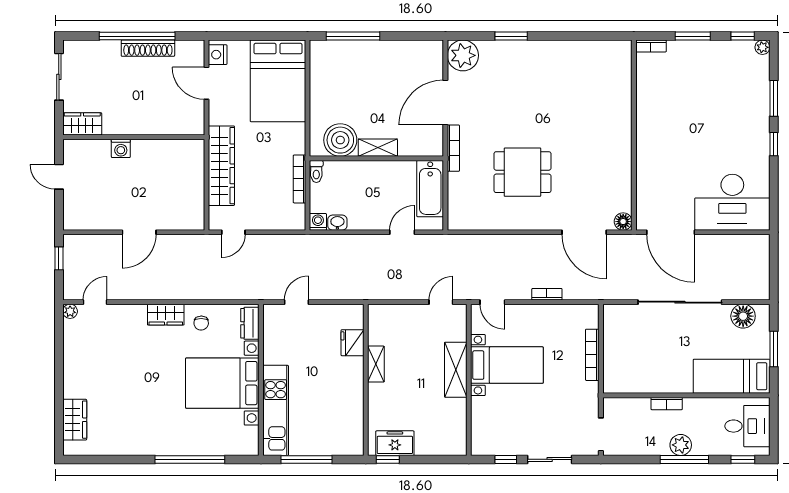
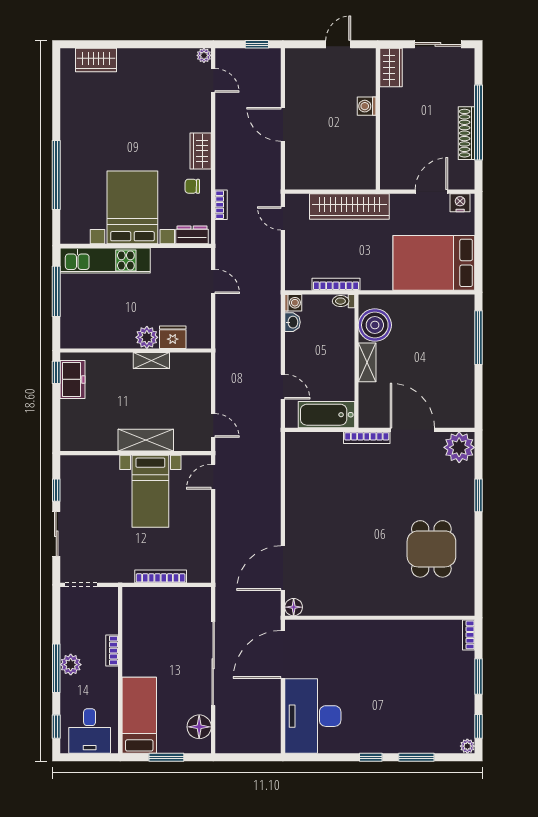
dining table: (522, 172) -> (431, 549), moved
bookcase: (547, 294) -> (221, 205), moved
plant: (353, 369) -> (147, 337), added

